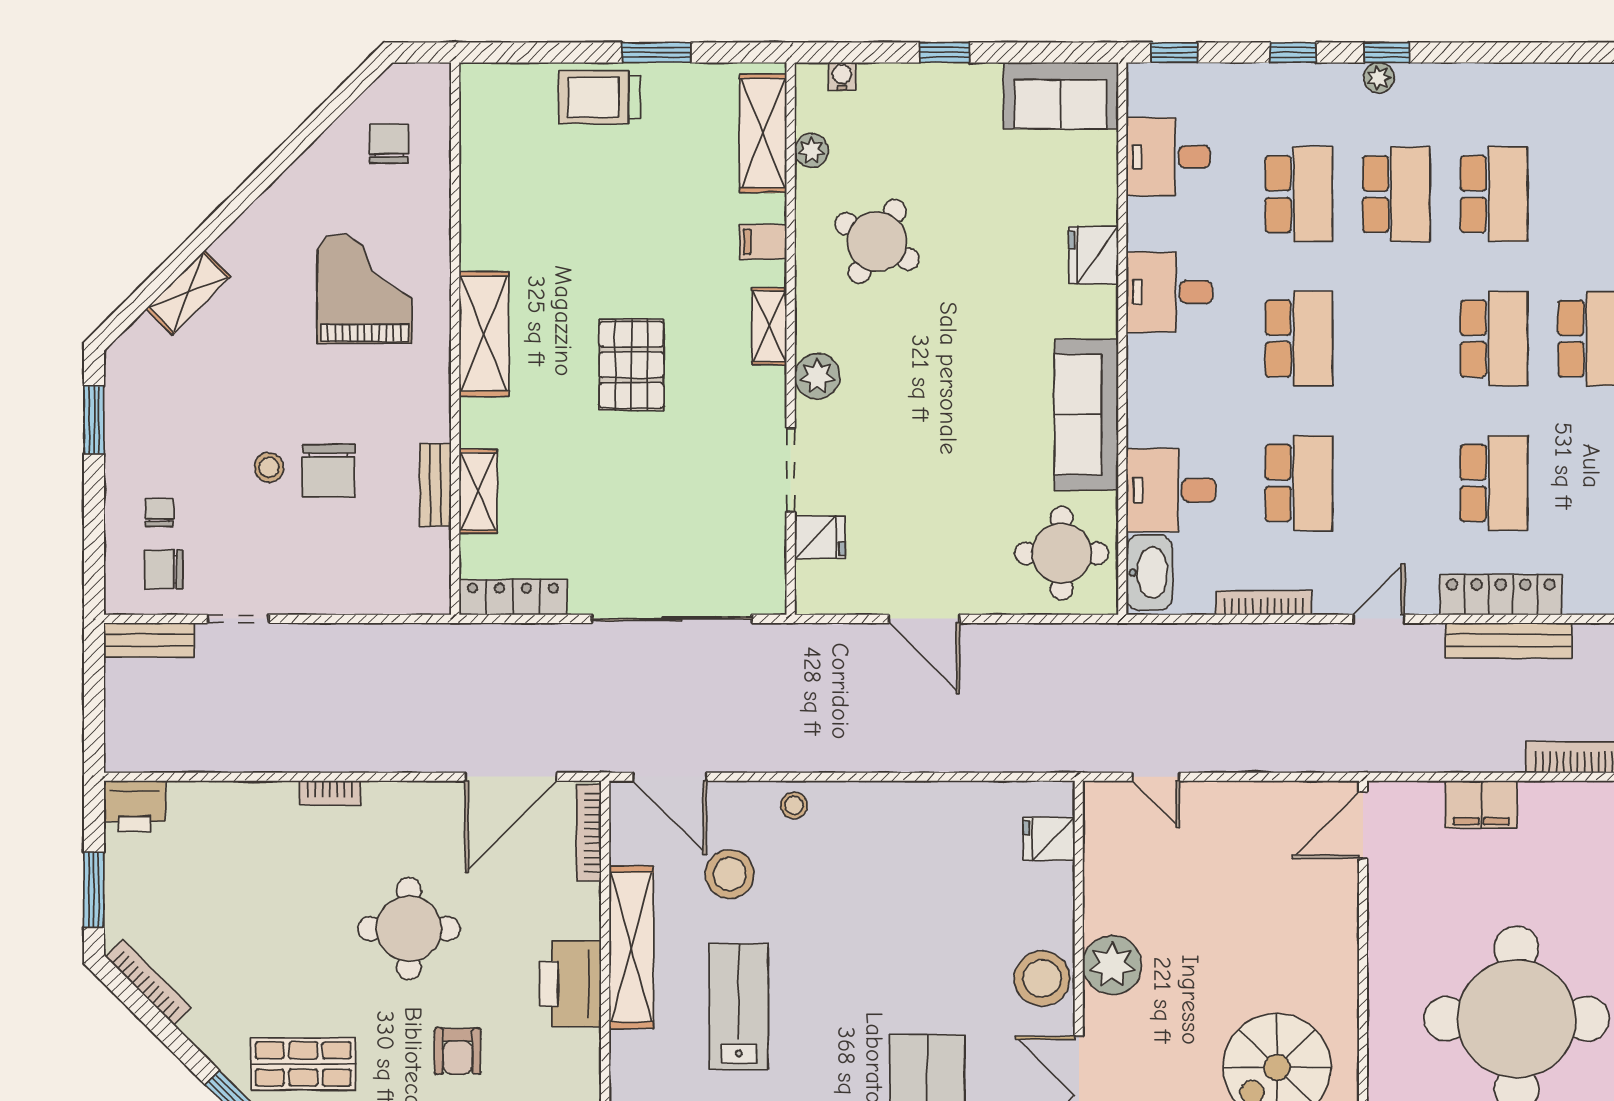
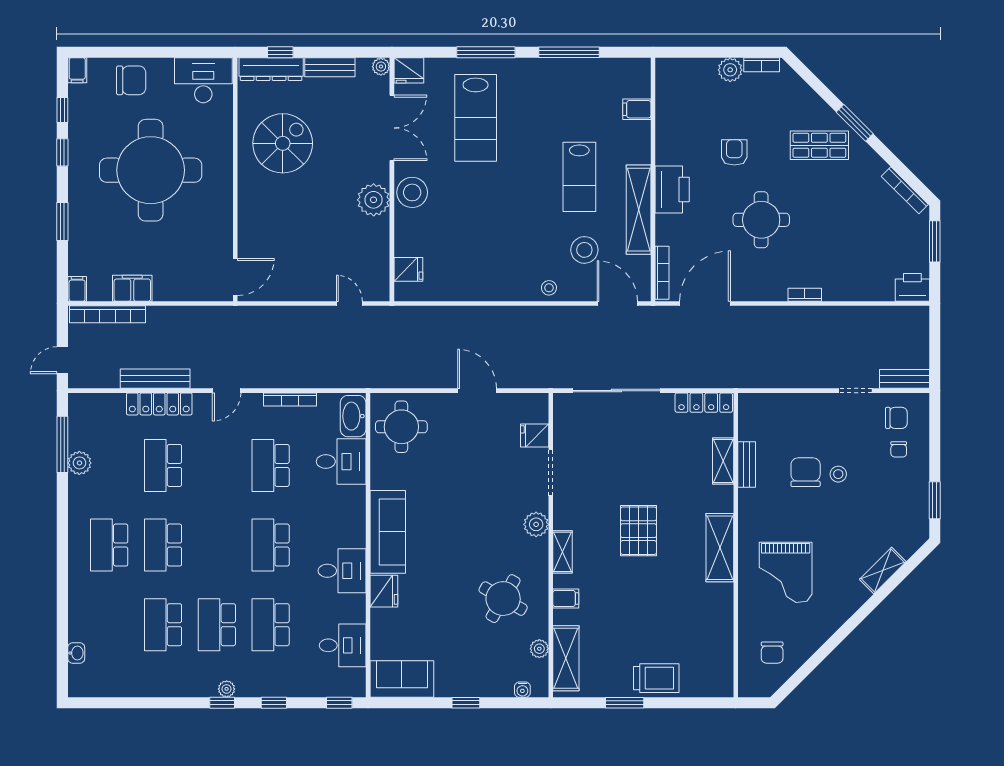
sofa: (1086, 415) -> (388, 532), moved
filing cabinet: (1481, 805) -> (132, 288), moved

